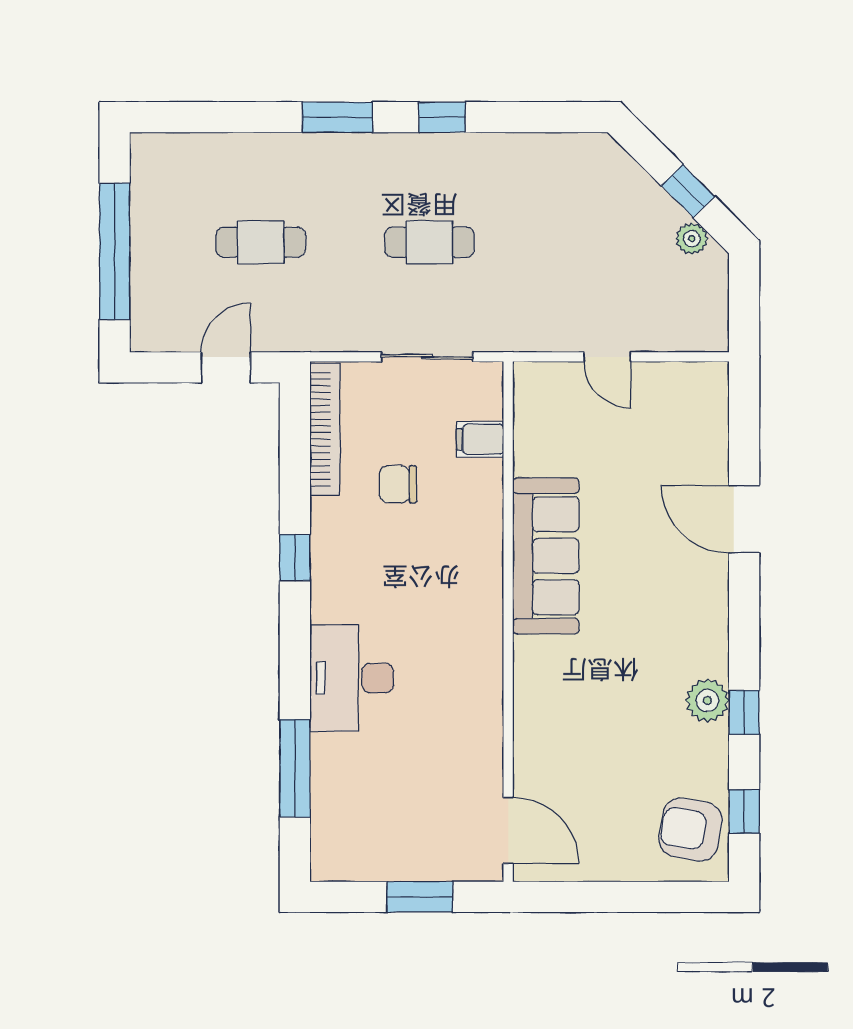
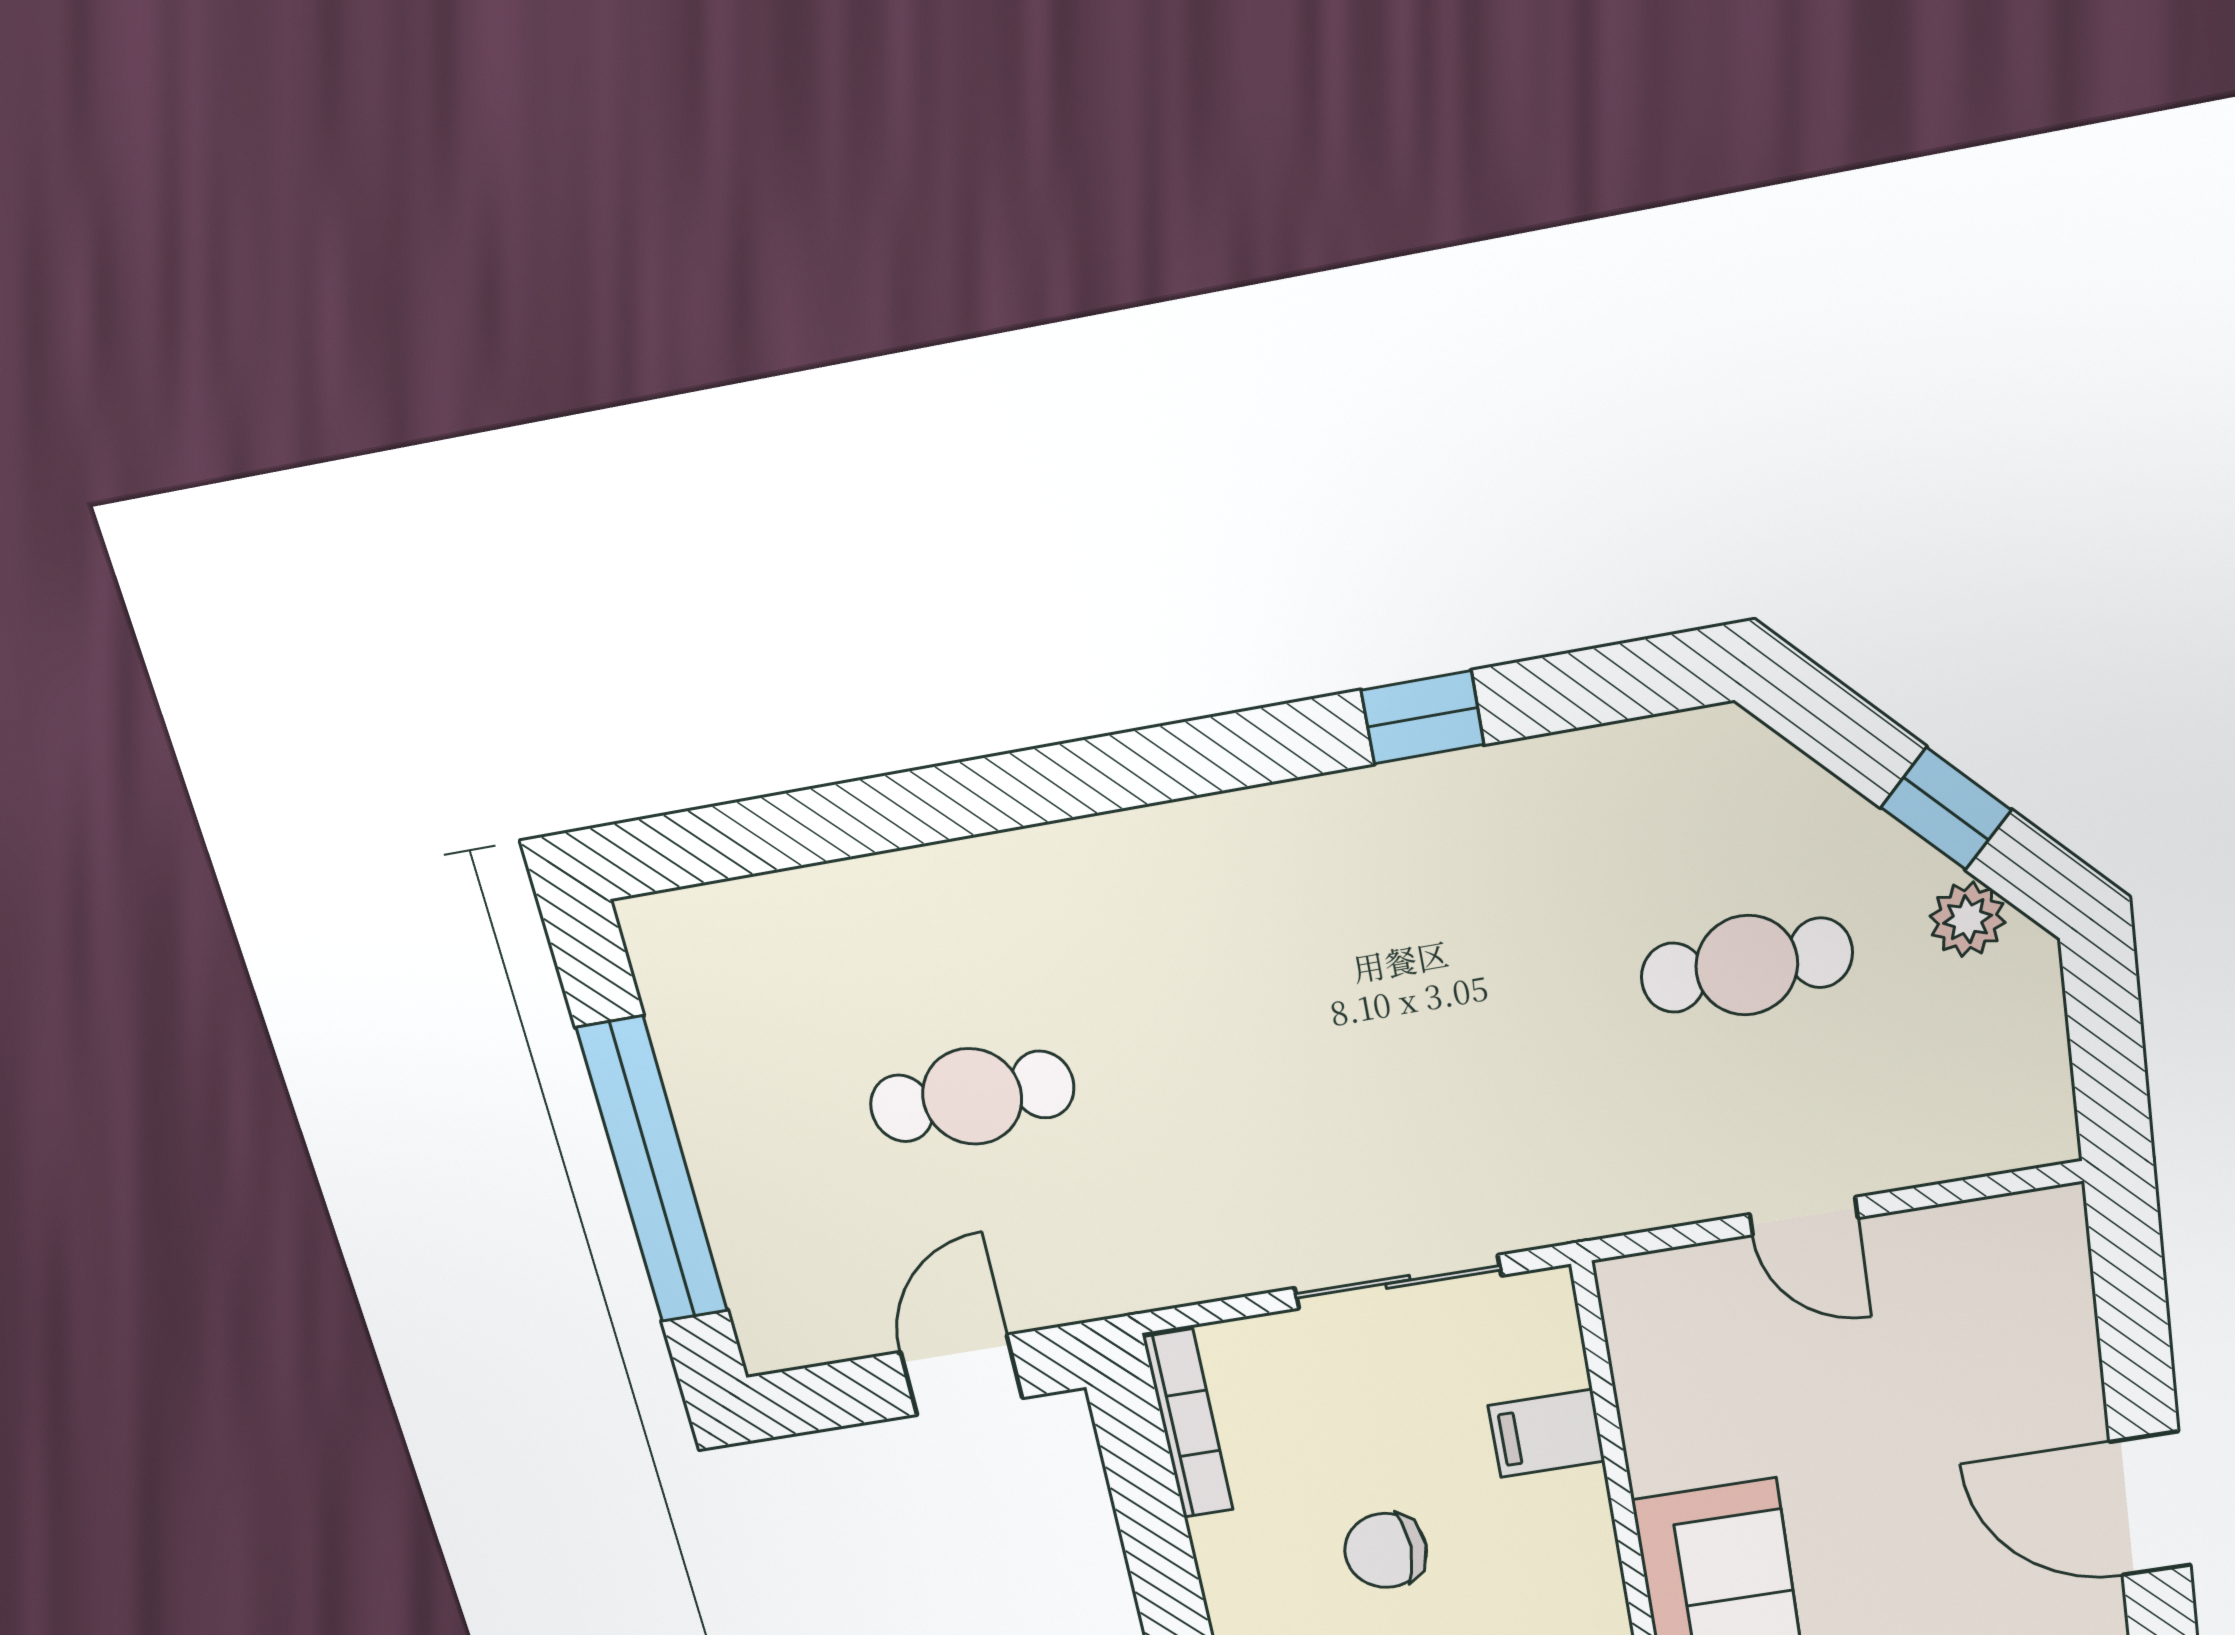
window: (337, 117) -> (1081, 778), removed
window: (442, 117) -> (1422, 717), moved
cafe table: (429, 242) -> (1747, 965), moved
bookcase: (325, 429) -> (1188, 1424), width x0.68, depth x0.76

